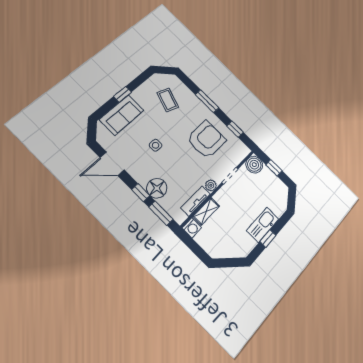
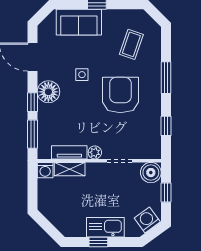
armchair: (206, 140) -> (120, 95), moved, turned -90
floor lamp: (157, 188) -> (48, 92), moved
washing machine: (280, 195) -> (147, 220), added

